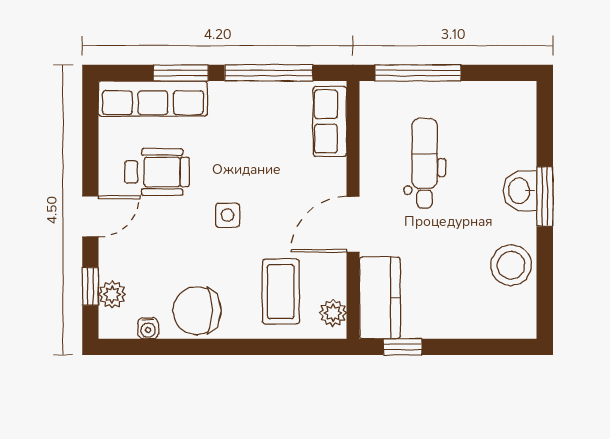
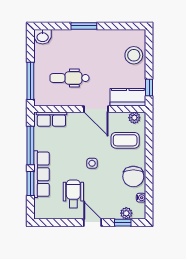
row of seats: (153, 99) -> (42, 174), moved
washbasin: (520, 191) -> (43, 37), moved
stool: (511, 265) -> (134, 55), moved

